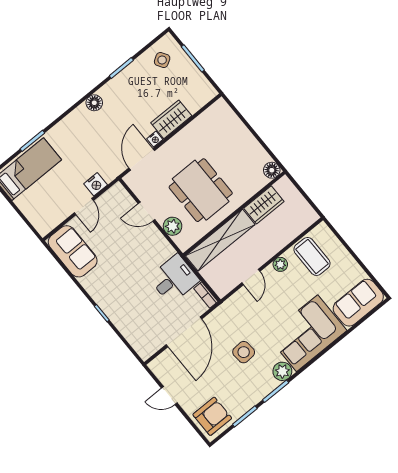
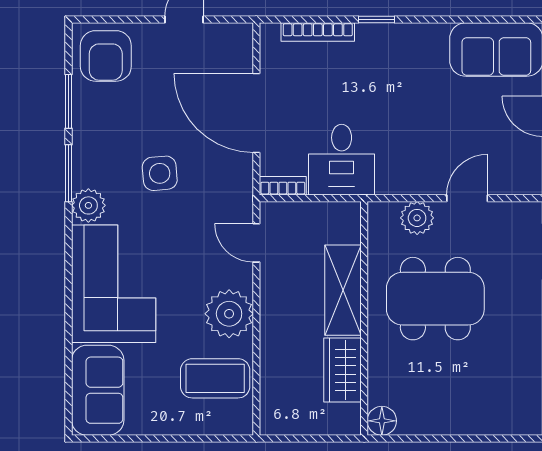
shelving: (220, 240) -> (343, 290), width x0.68
plant: (280, 264) -> (229, 314), width x1.87, depth x1.87
door: (251, 277) -> (256, 243), moved
bookcase: (128, 334) -> (318, 32), added

